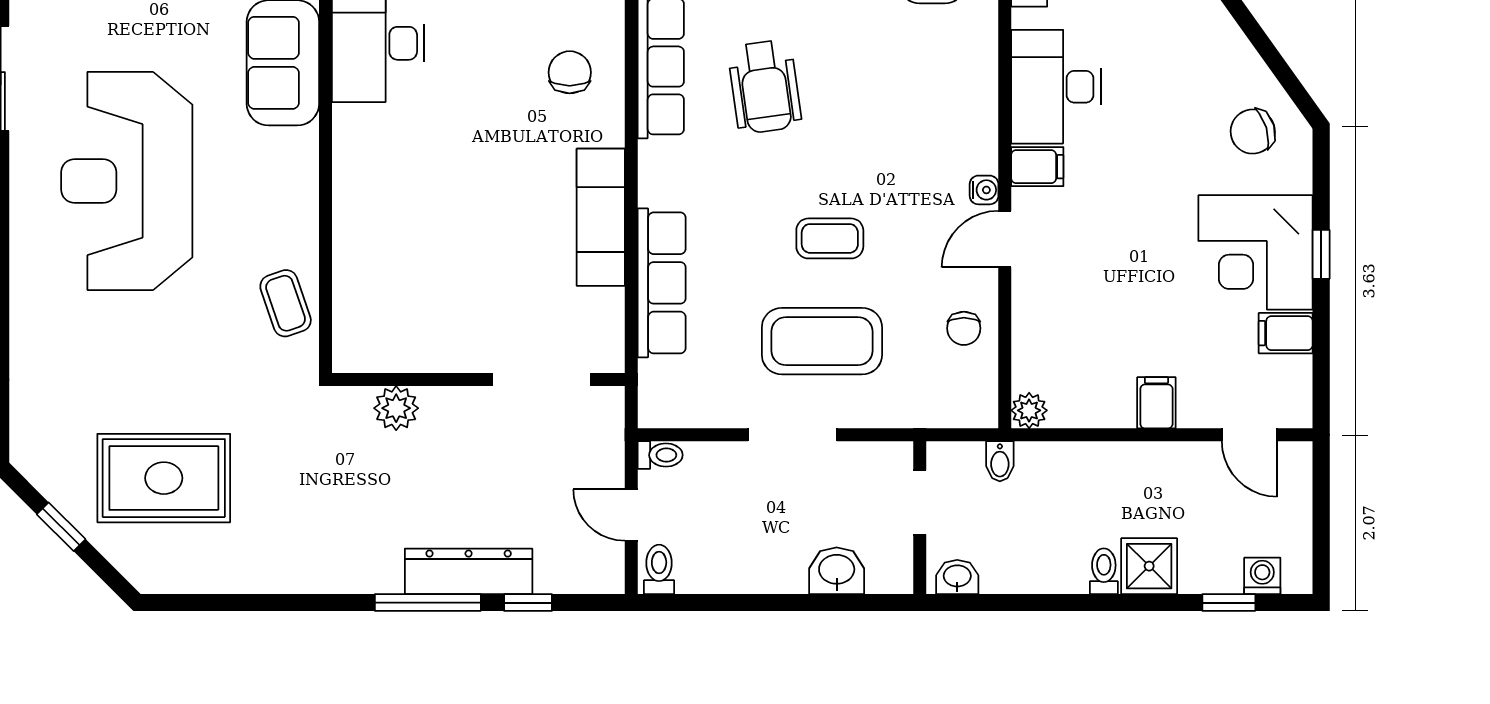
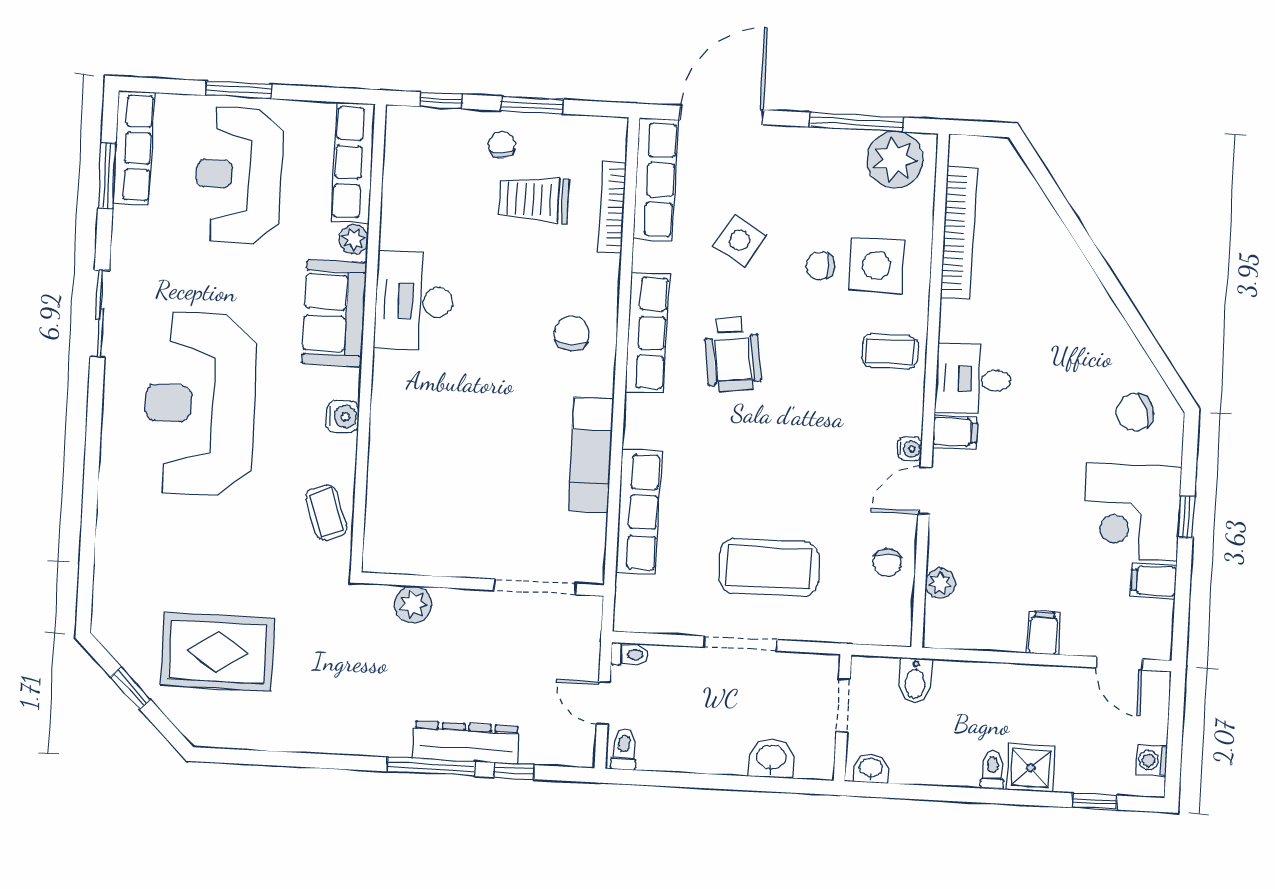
desk: (1056, 87) -> (973, 379), width x0.73
water cooler: (300, 187) -> (343, 417), added
coffee table: (830, 238) -> (890, 351), moved
plant: (1029, 410) -> (940, 583), moved
bidet: (1000, 461) -> (915, 681), width x1.38, depth x1.36
washing machine: (1262, 576) -> (1152, 760), moved, turned -90

